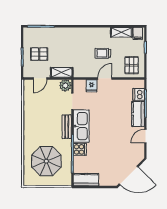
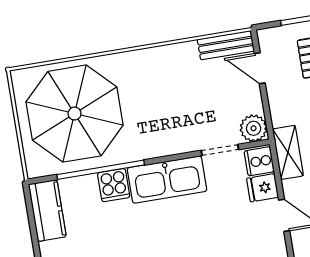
shelving: (62, 72) -> (288, 152), moved
cooker: (80, 85) -> (259, 161), added
bench: (67, 127) -> (226, 45), moved
parasol: (46, 161) -> (75, 114), width x1.36, depth x1.36

